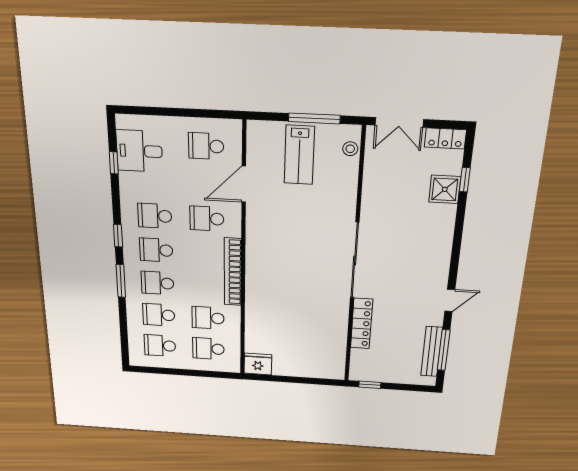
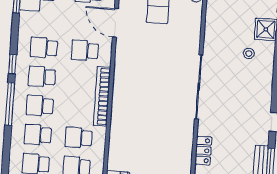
door: (244, 184) -> (115, 23), hinge flipped
stool: (421, 220) -> (249, 53), added
window: (121, 281) -> (10, 104), width x1.44
locker: (362, 323) -> (203, 151), width x0.66

